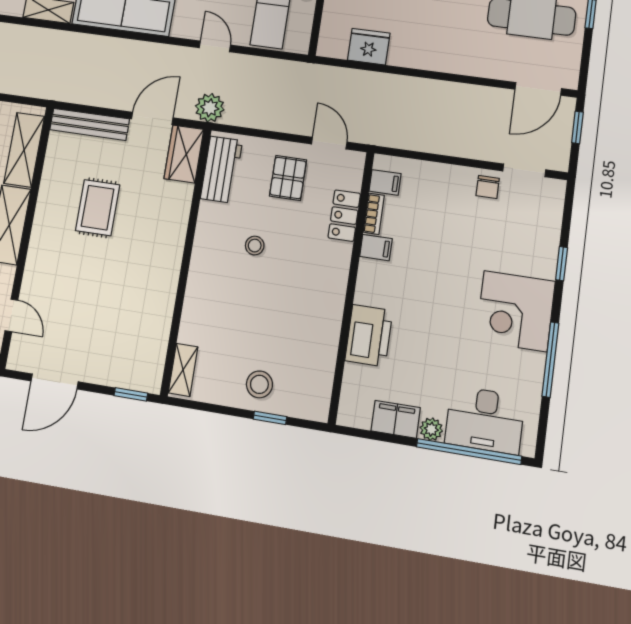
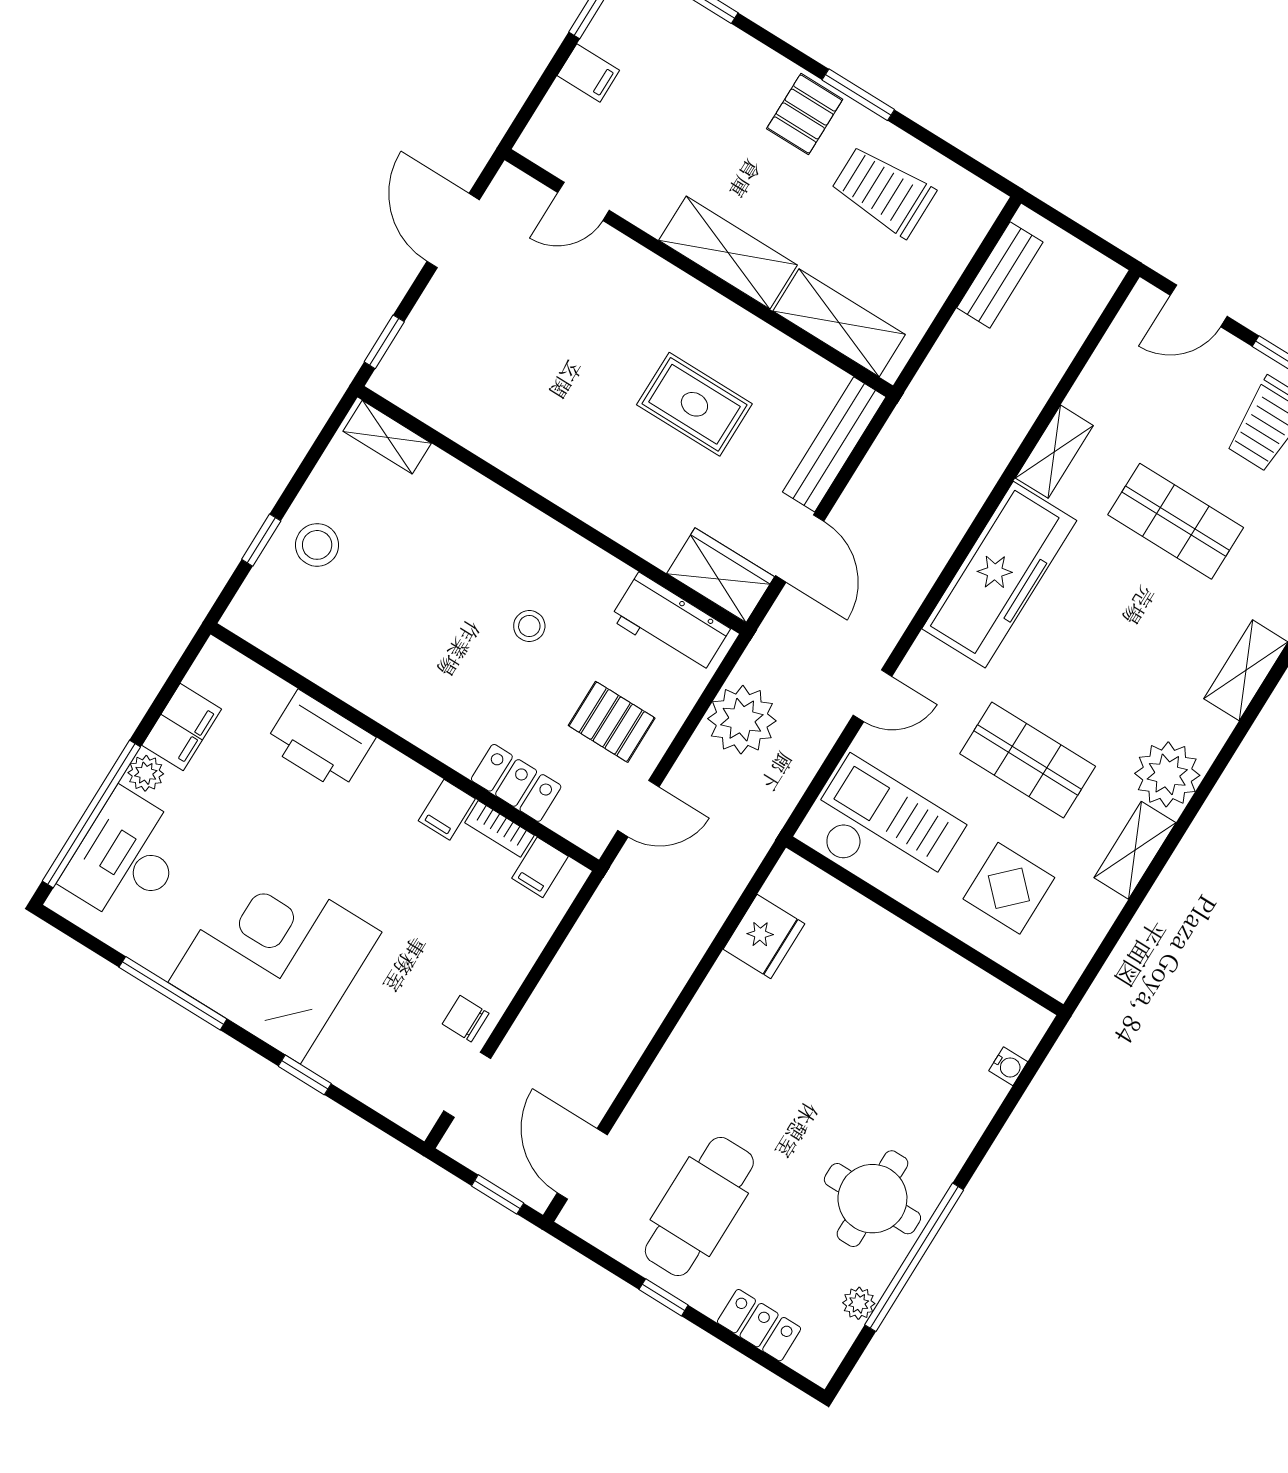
plant: (210, 108) -> (742, 720), moved, width x1.36, depth x1.36
corner desk: (515, 311) -> (275, 957), width x1.36, depth x1.36

